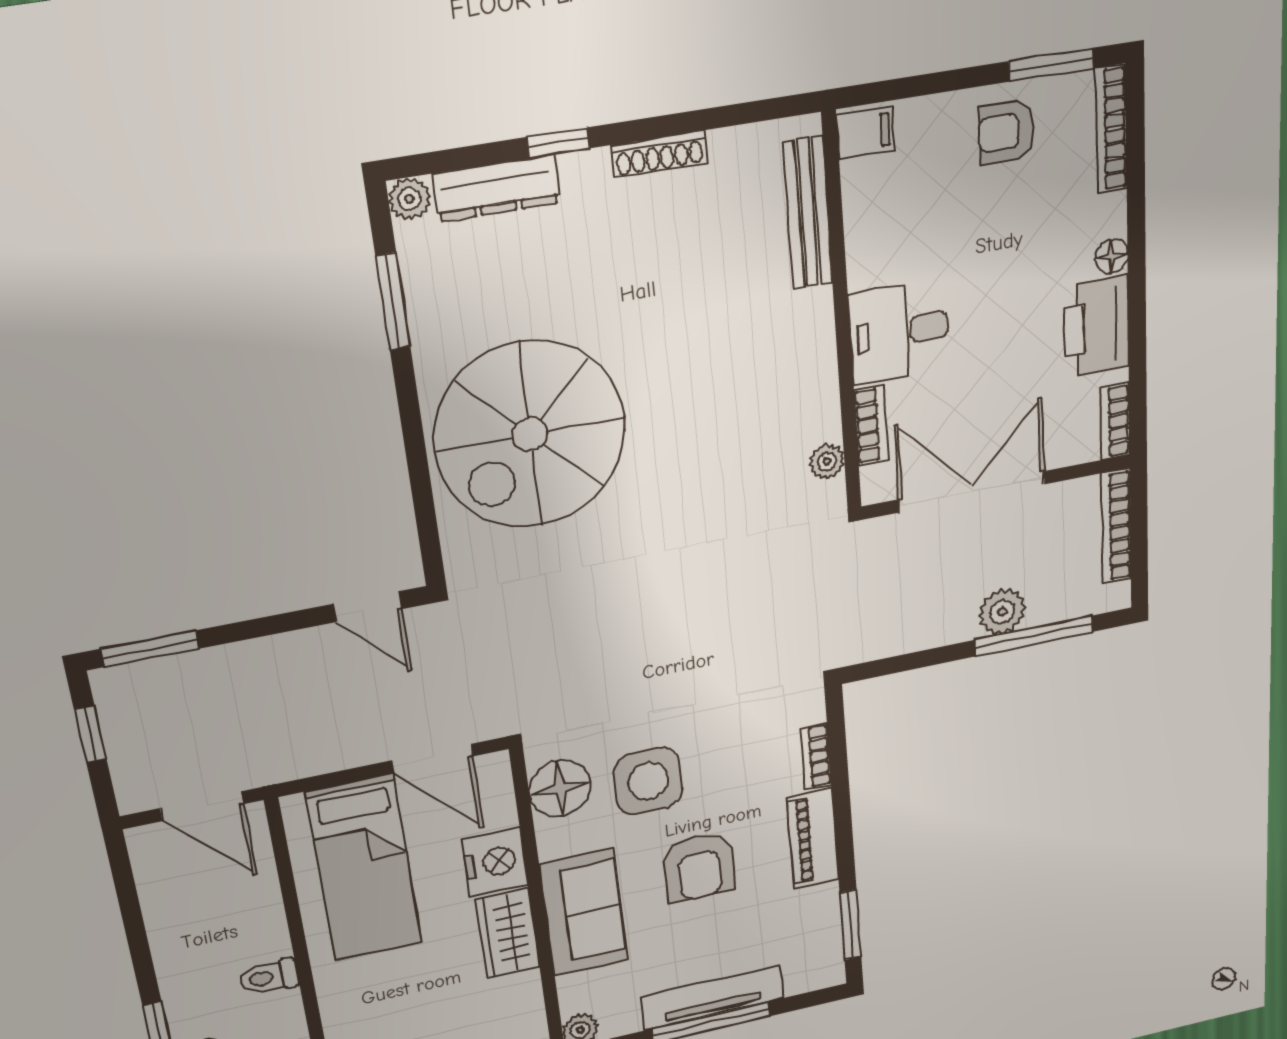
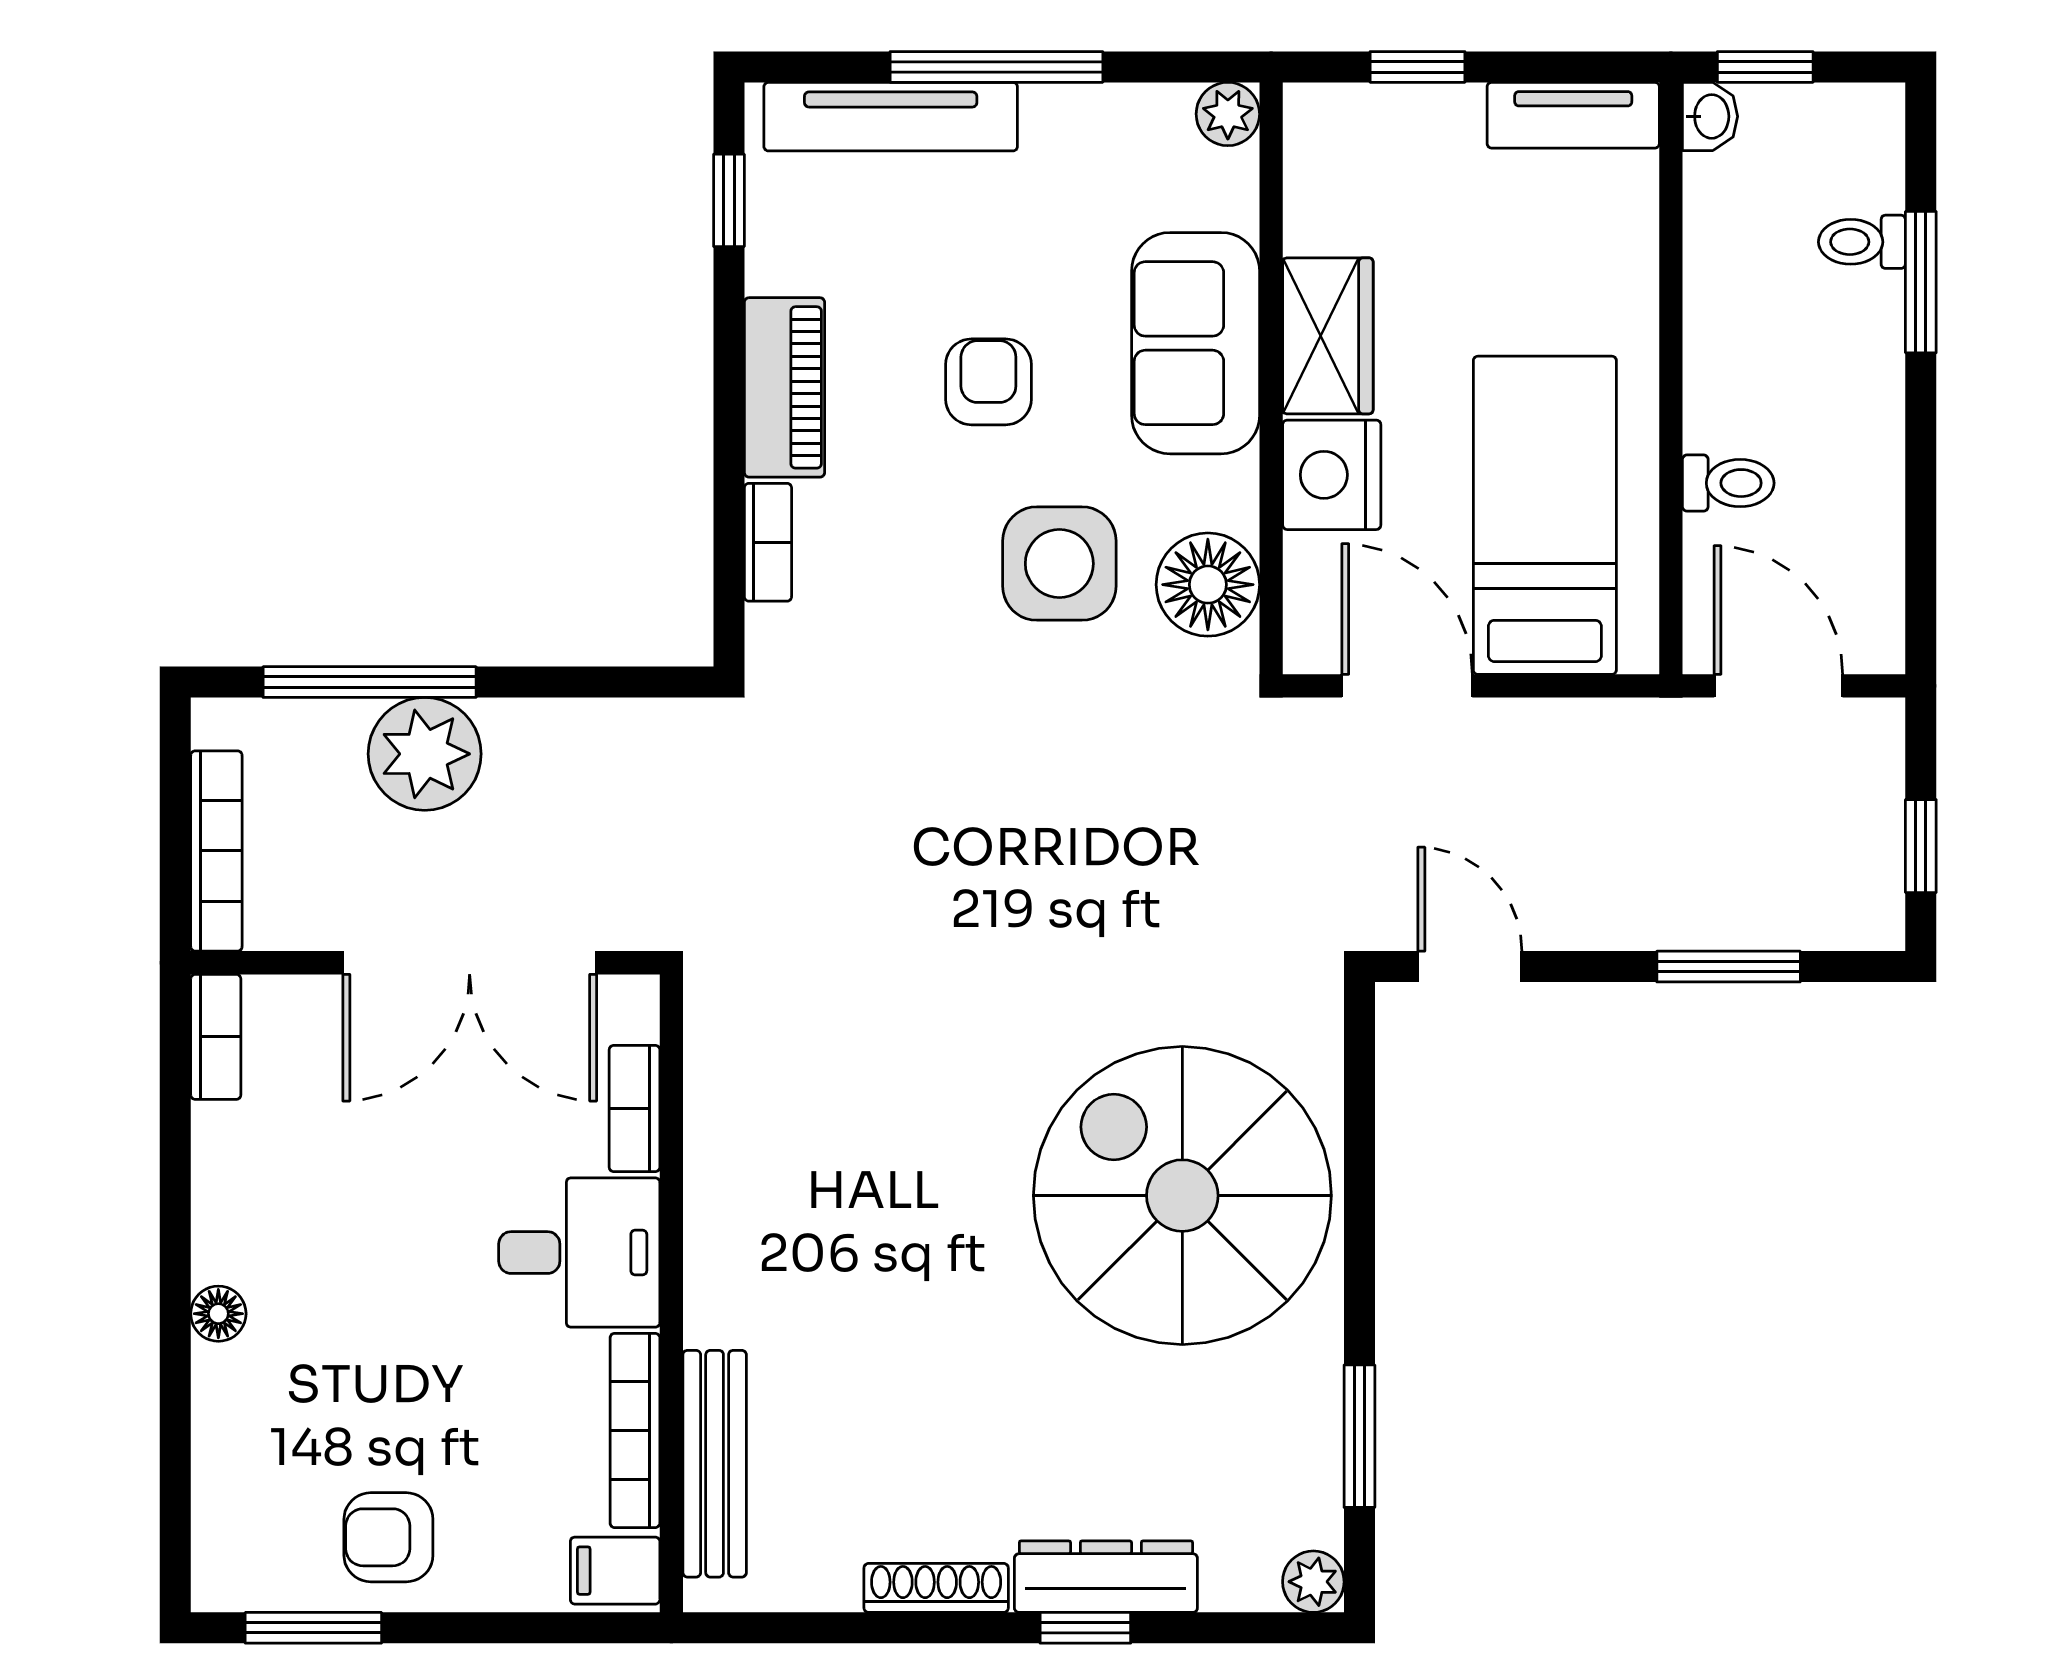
bookcase: (1111, 129) -> (635, 1430), moved, turned 180
armchair: (1007, 132) -> (388, 1537), turned 180
dresser: (496, 188) -> (1106, 1577), moved
printer: (1097, 326) -> (246, 1203), removed
spiral stairs: (530, 434) -> (1182, 1196), turned -90
plant: (827, 462) -> (712, 1062), removed
plant: (1002, 612) -> (425, 754), width x1.36, depth x1.36
window: (150, 649) -> (1729, 967), moved
armchair: (699, 867) -> (988, 382), width x0.72, depth x0.72
window: (850, 925) -> (729, 200), width x0.67
toilet: (269, 977) -> (1728, 483), moved
tv unit: (713, 998) -> (891, 117), moved

